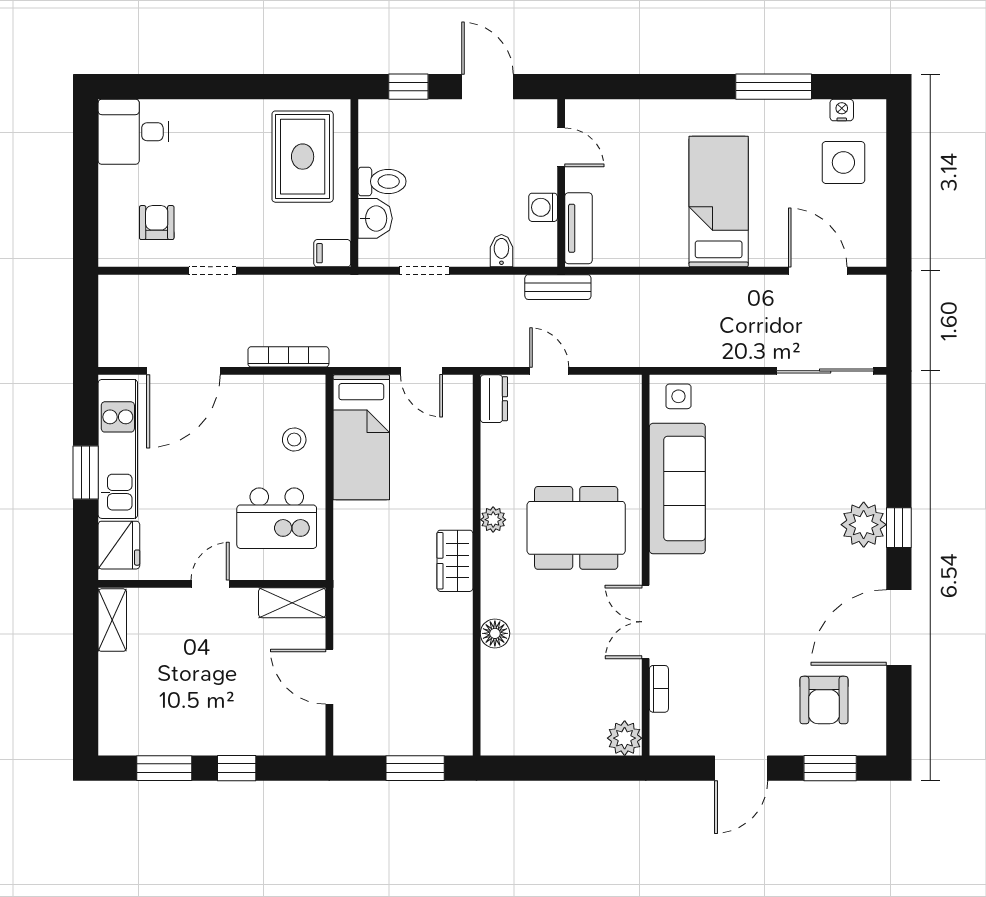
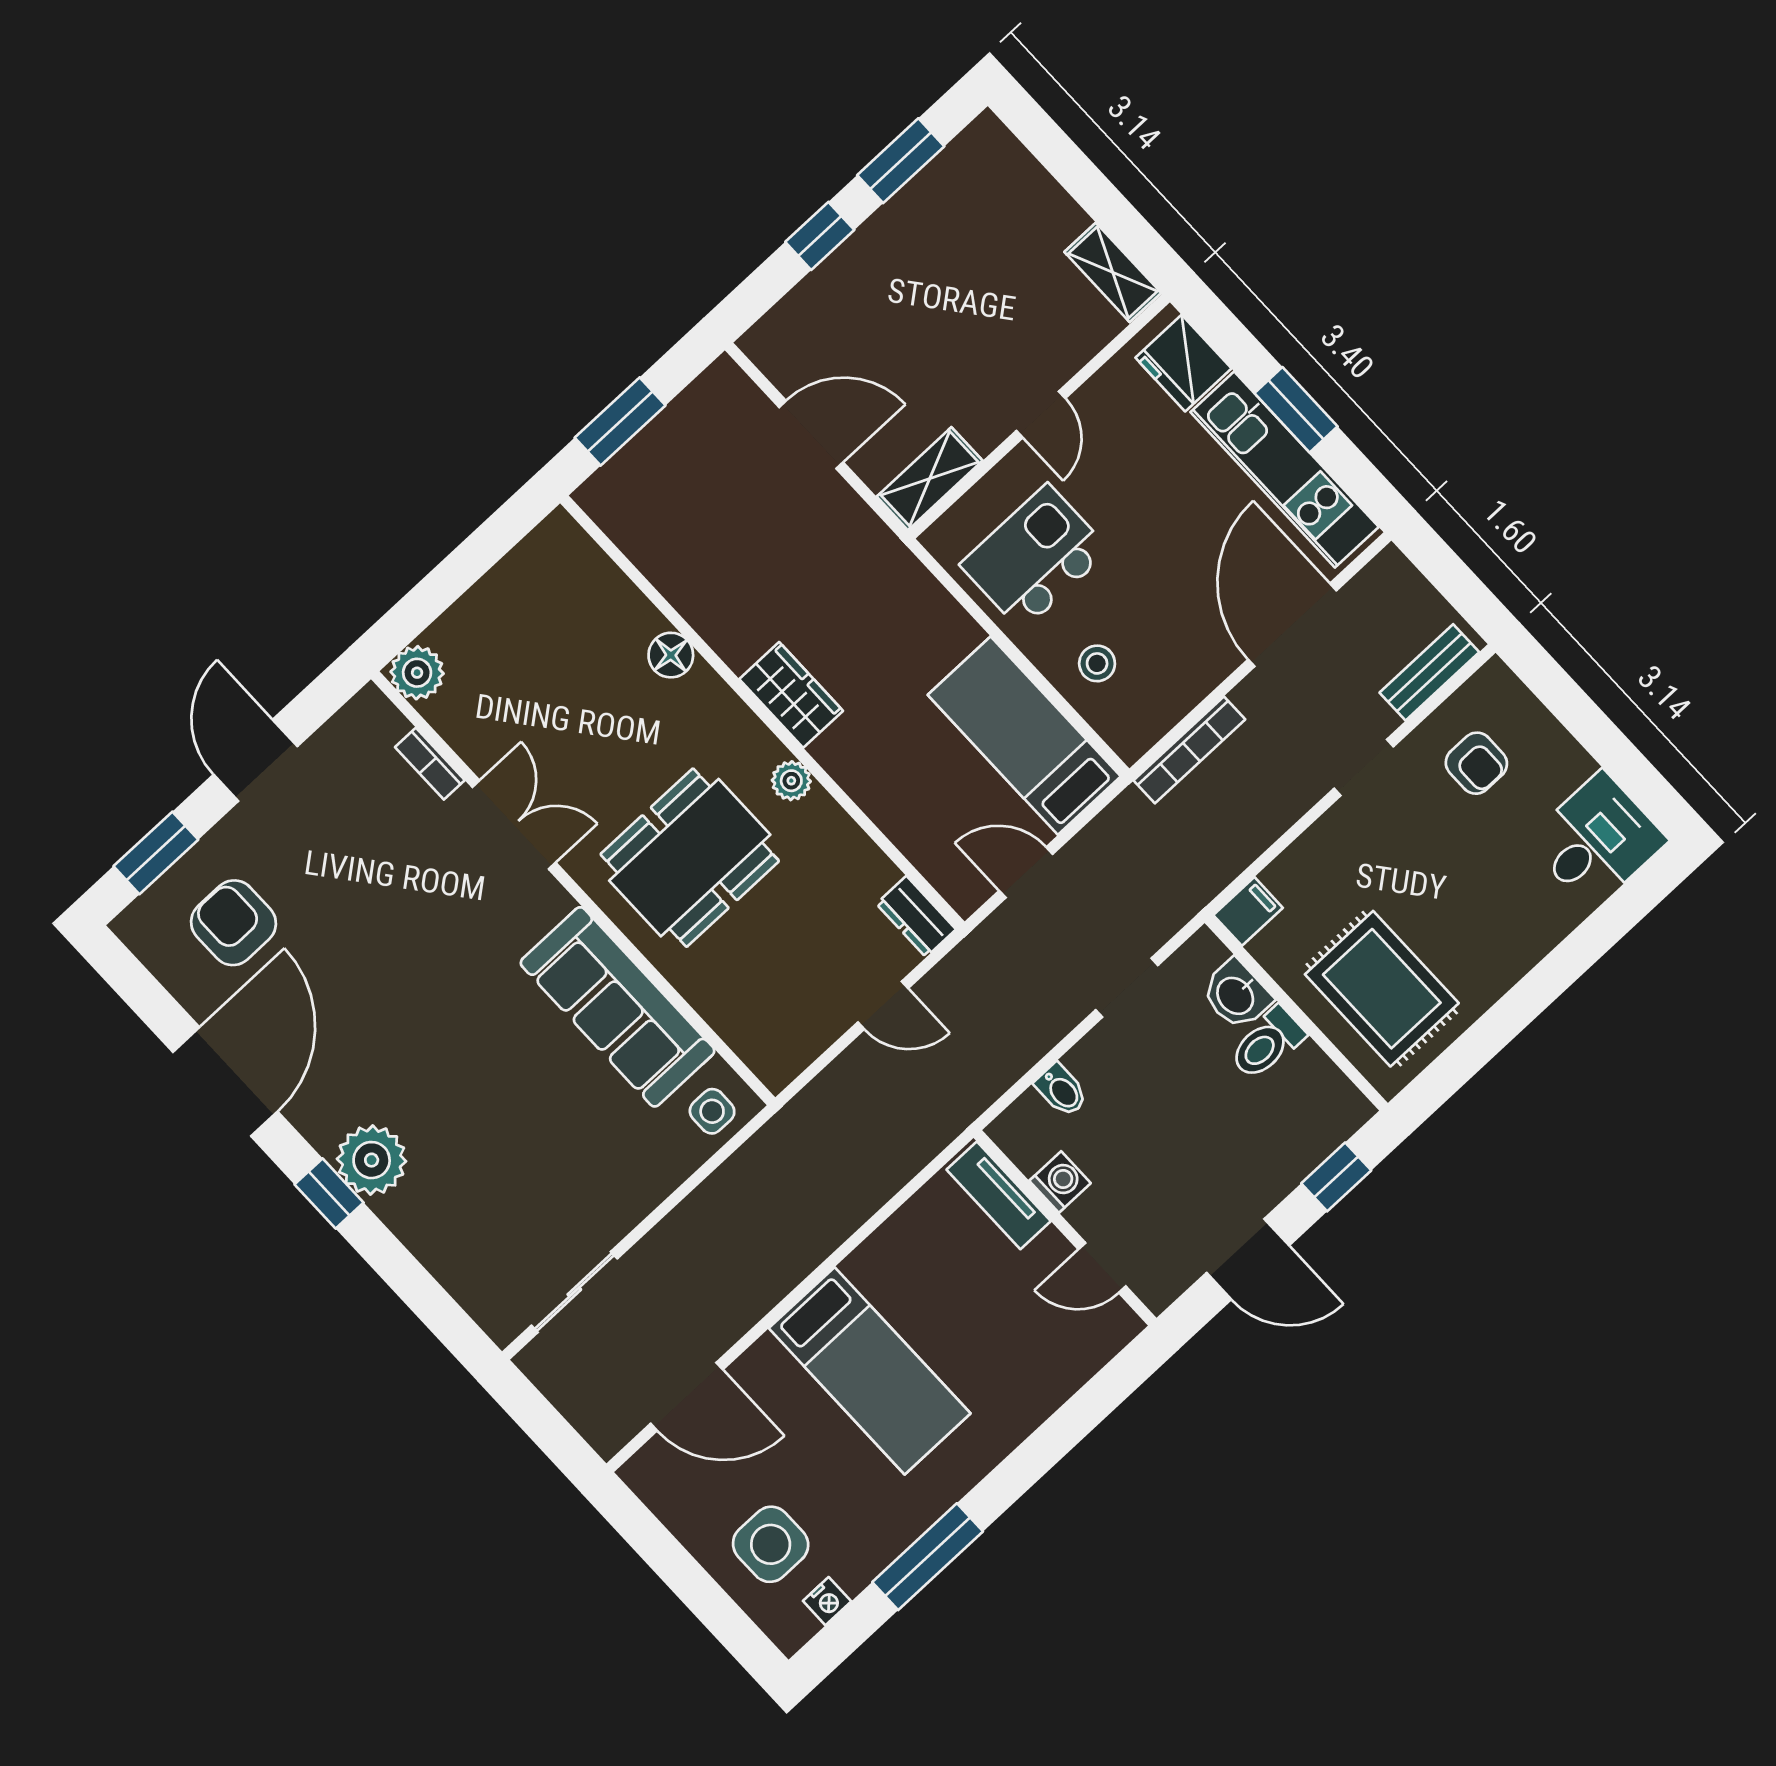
bench: (558, 287) -> (1429, 672), moved
sliding door: (825, 371) -> (574, 1292), width x0.73

